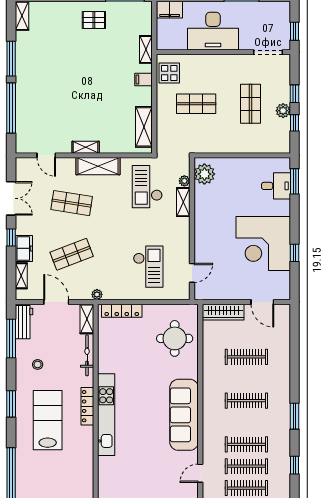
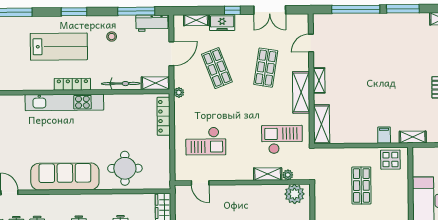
shelving: (144, 127) -> (321, 124), moved, turned 90
round table: (175, 338) -> (125, 168), moved

